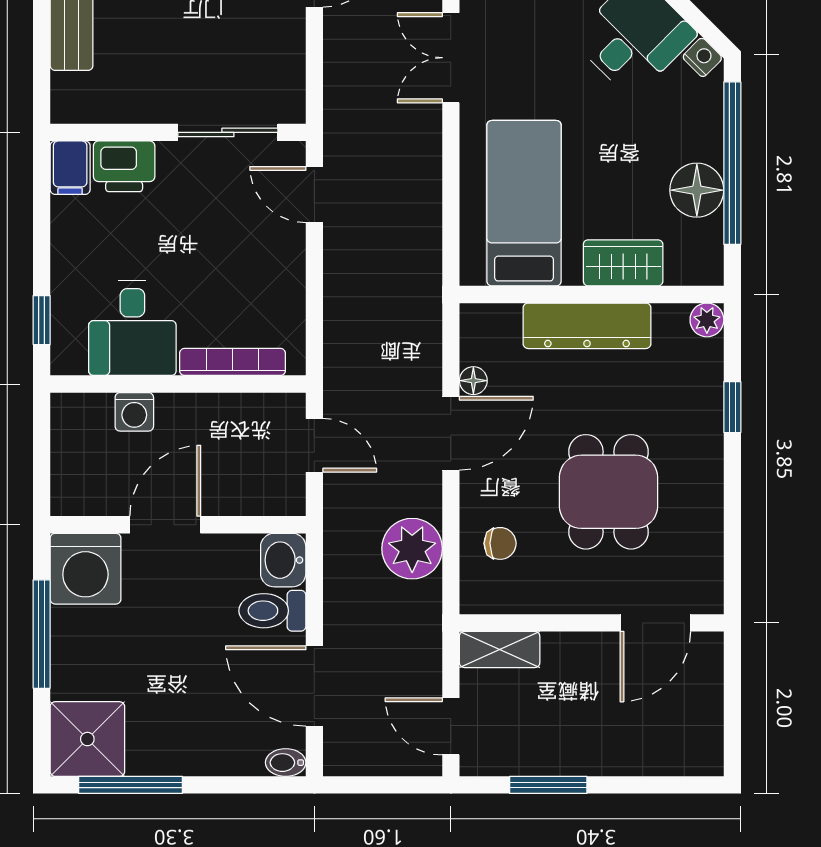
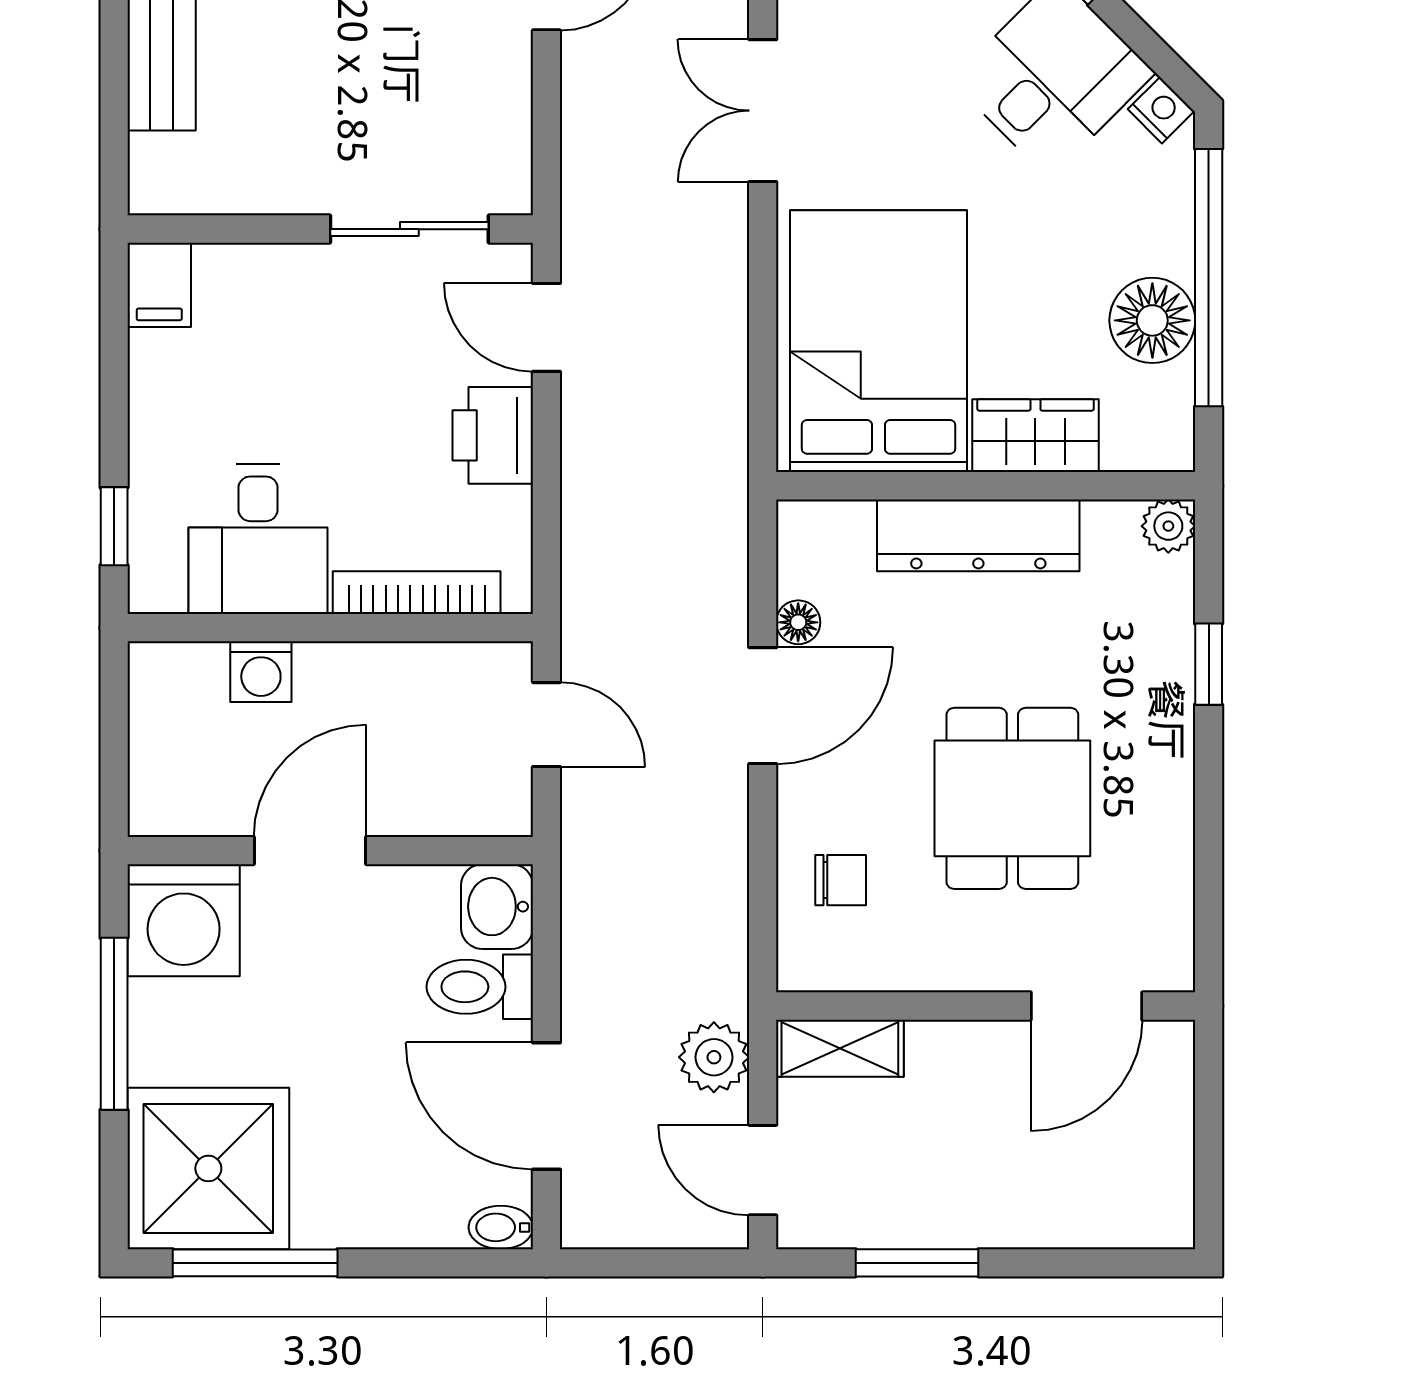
printer: (124, 166) -> (493, 435), moved, turned 90
bed: (524, 203) -> (878, 341), width x1.50
plant: (412, 549) -> (714, 1057), moved, width x0.73, depth x0.73
shower: (87, 739) -> (208, 1168), width x1.37, depth x1.37

